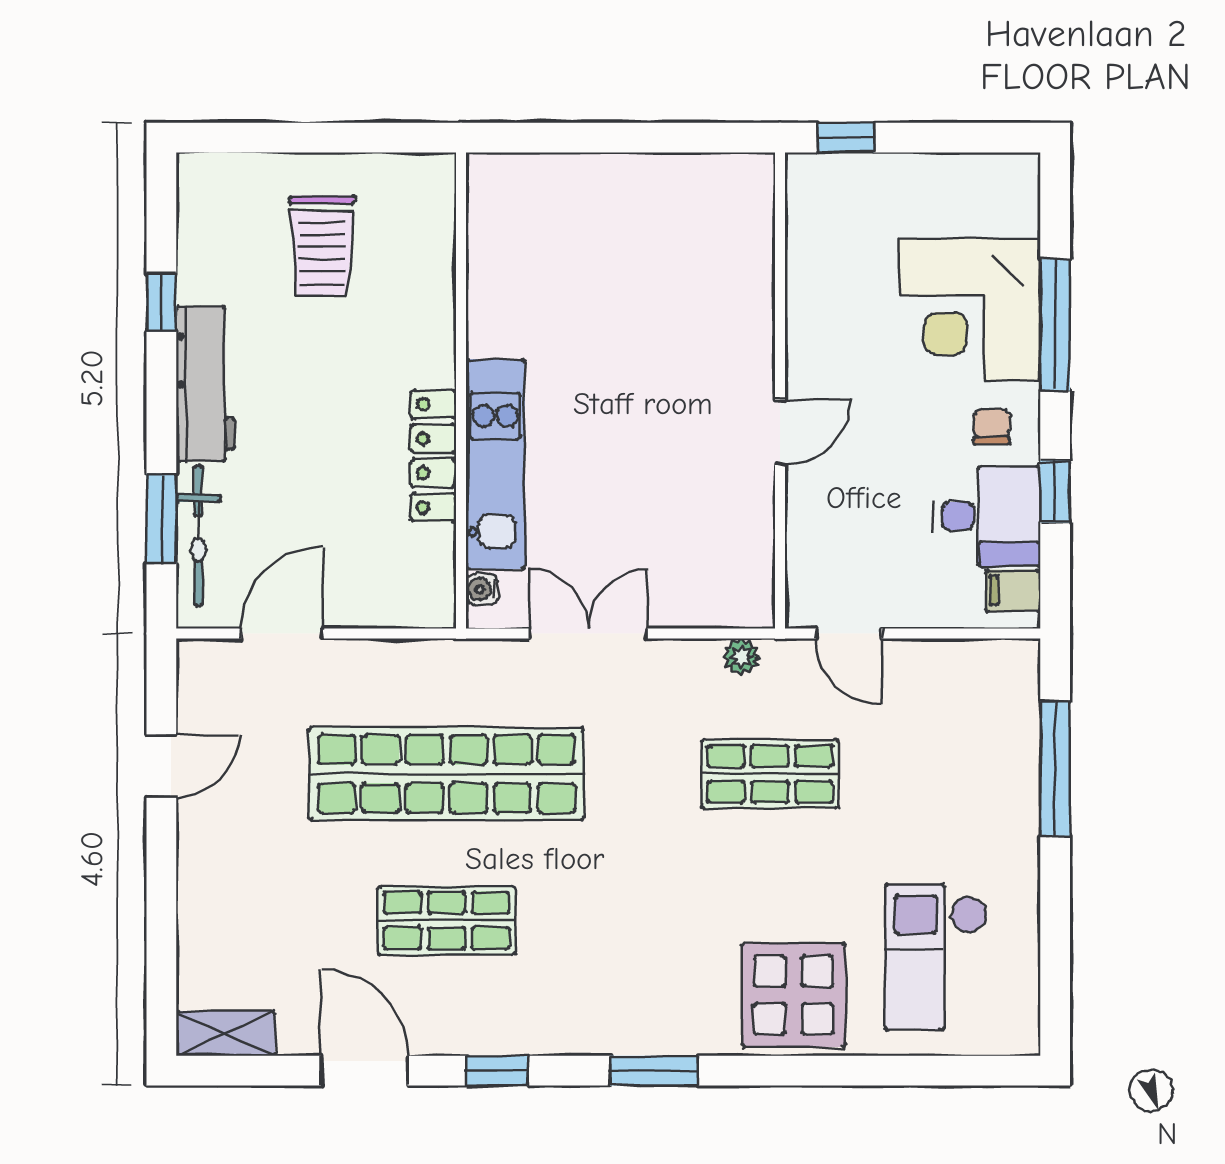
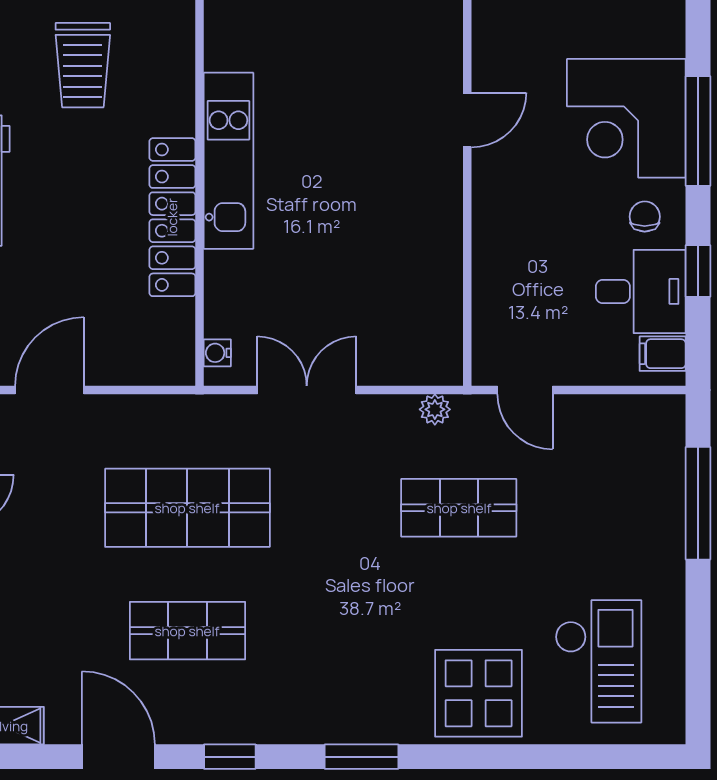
door: (780, 432) -> (467, 120), moved
locker: (433, 456) -> (172, 217), width x1.41, depth x1.21
kitchen unit: (495, 464) -> (228, 161), moved
shop shelf: (447, 774) -> (187, 508), width x0.71
checkout: (936, 957) -> (598, 661), turned 180

